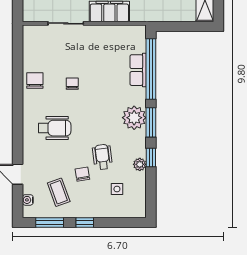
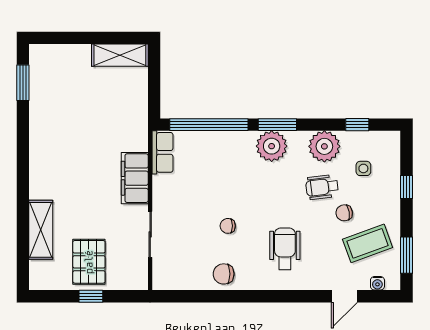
row of seats: (138, 70) -> (162, 152), moved, turned -90
window: (151, 157) -> (357, 125), moved
plant: (140, 164) -> (324, 146), width x1.88, depth x1.88
coffee table: (59, 192) -> (368, 243), width x1.36, depth x1.30
window: (85, 222) -> (406, 187), moved

